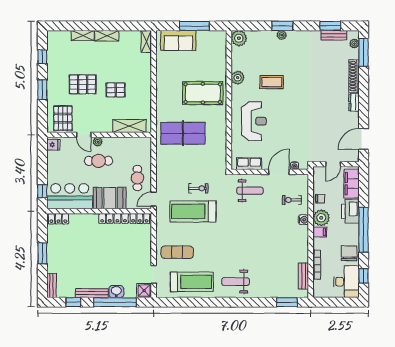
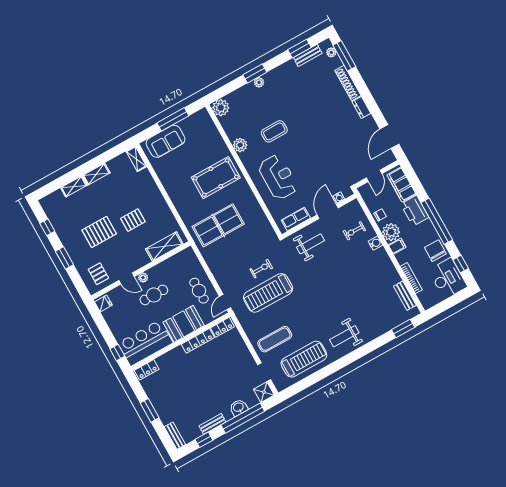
pallet: (63, 118) -> (98, 274), width x0.67, depth x0.71
bench: (92, 293) -> (212, 424), width x0.73

